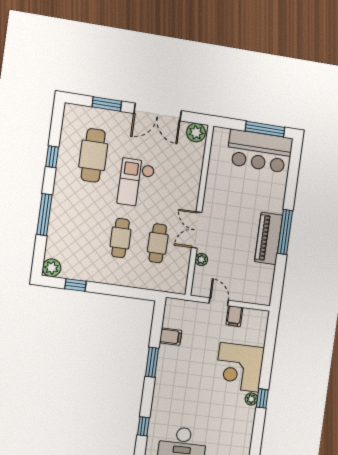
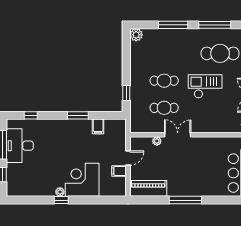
window: (52, 157) -> (215, 25), width x2.17
piano: (269, 238) -> (148, 188), moved
window: (75, 285) -> (126, 93), moved

